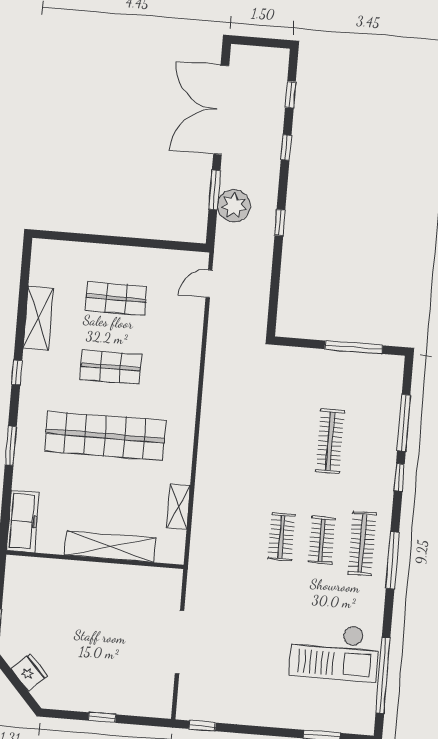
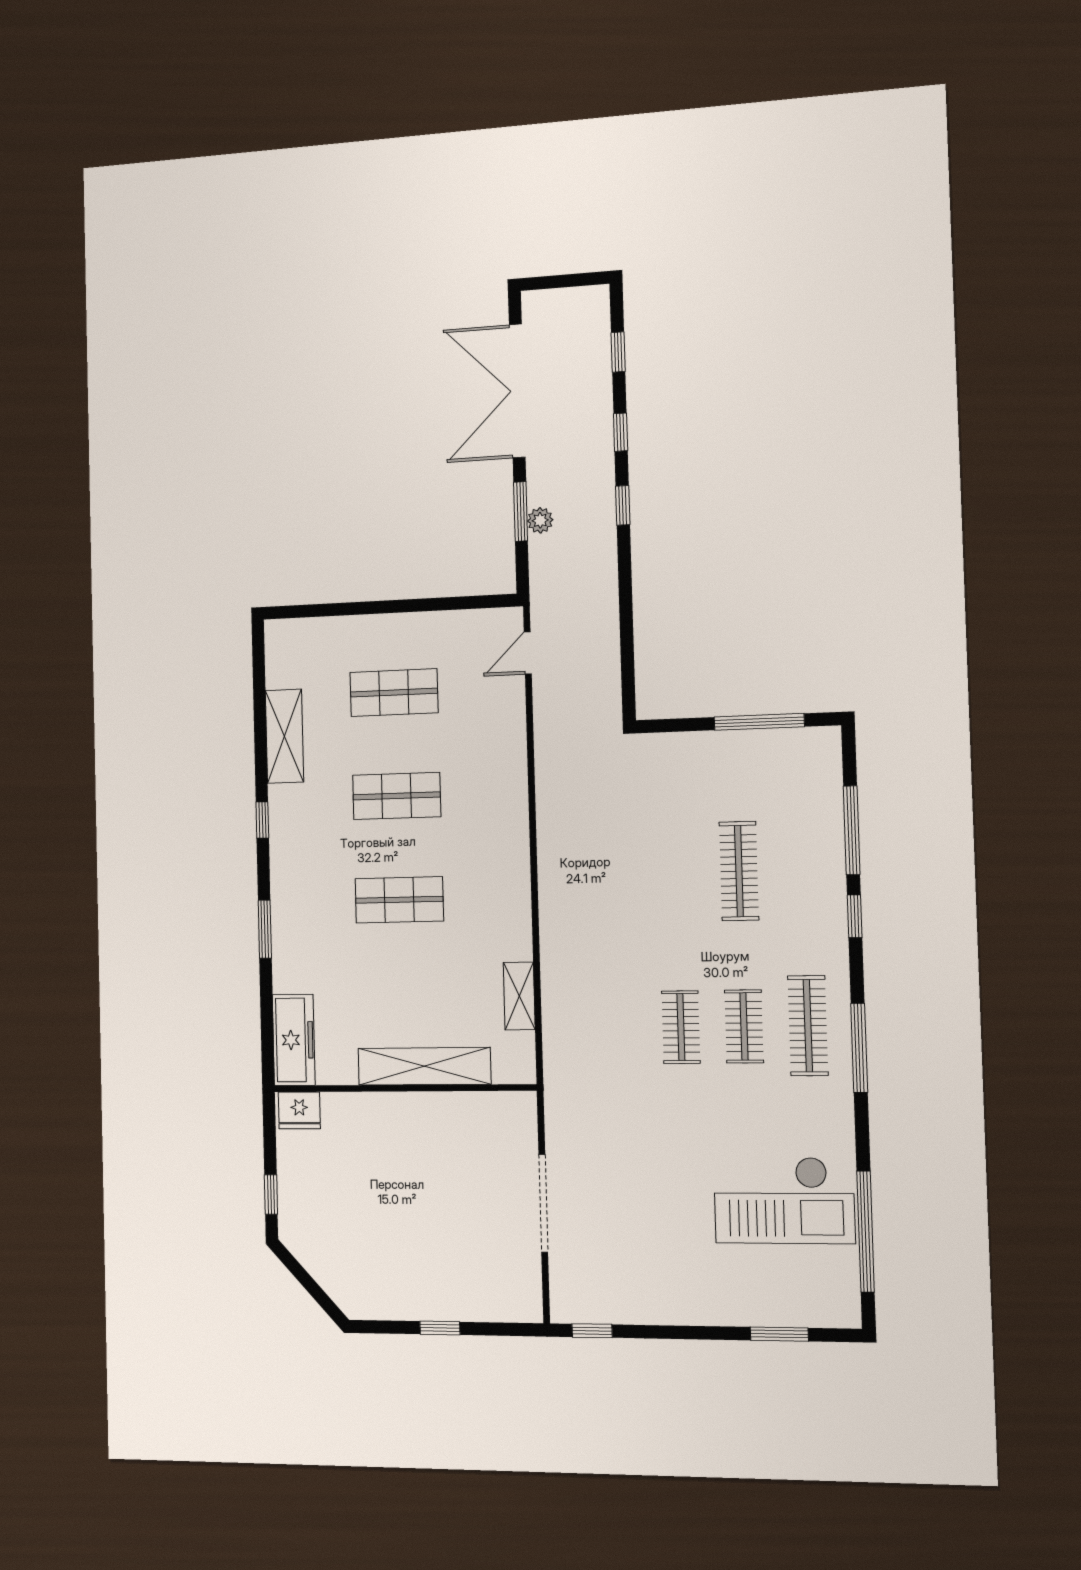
plant: (234, 206) -> (540, 520), width x0.53, depth x0.53
window: (280, 223) -> (623, 505), moved
shop shelf: (105, 436) -> (399, 900), width x0.50, depth x0.74
fridge: (29, 672) -> (299, 1110), moved, turned 132

